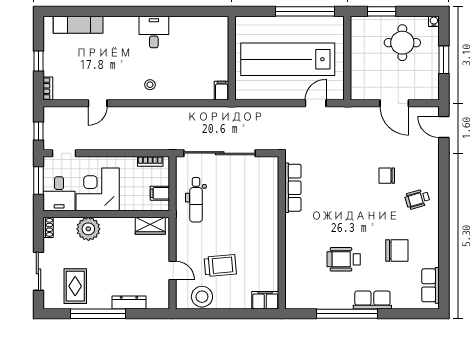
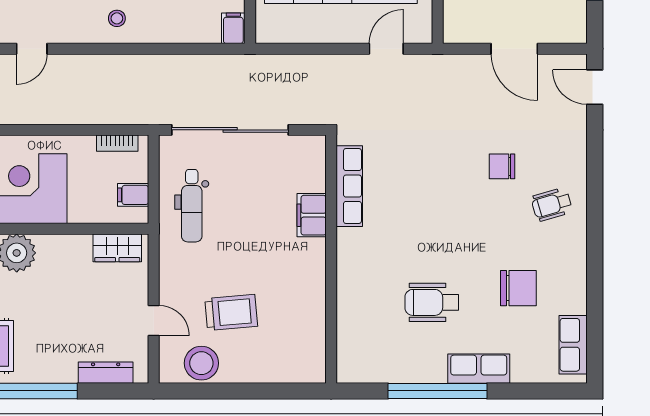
filing cabinet: (265, 300) -> (312, 215), moved, turned -90
dresser: (129, 303) -> (106, 373), moved

